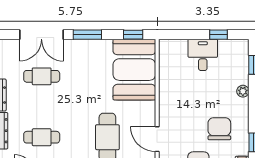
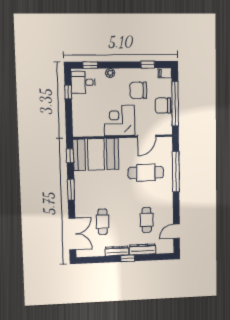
double door: (41, 35) -> (72, 234), moved
desk: (203, 55) -> (83, 82), moved
corner desk: (179, 102) -> (119, 121), added

